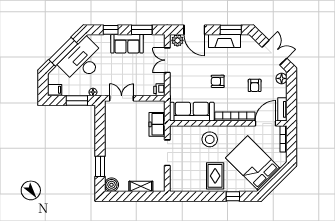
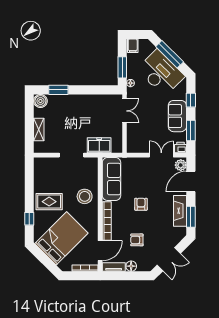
floor lamp: (282, 78) -> (131, 266), moved
printer: (159, 90) -> (181, 148), moved
door: (266, 123) -> (100, 251), hinge flipped

